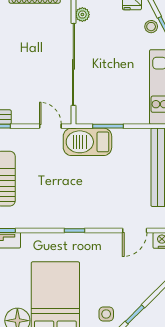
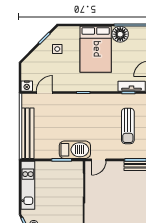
door: (50, 126) -> (99, 160), hinge flipped
side table: (106, 314) -> (57, 49), moved

